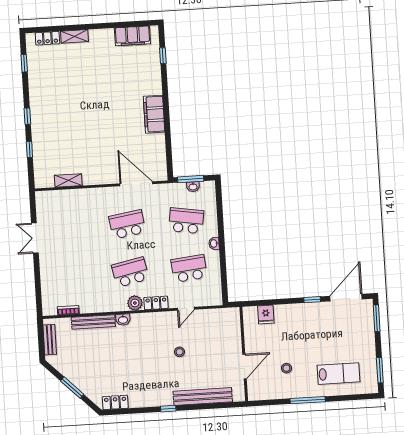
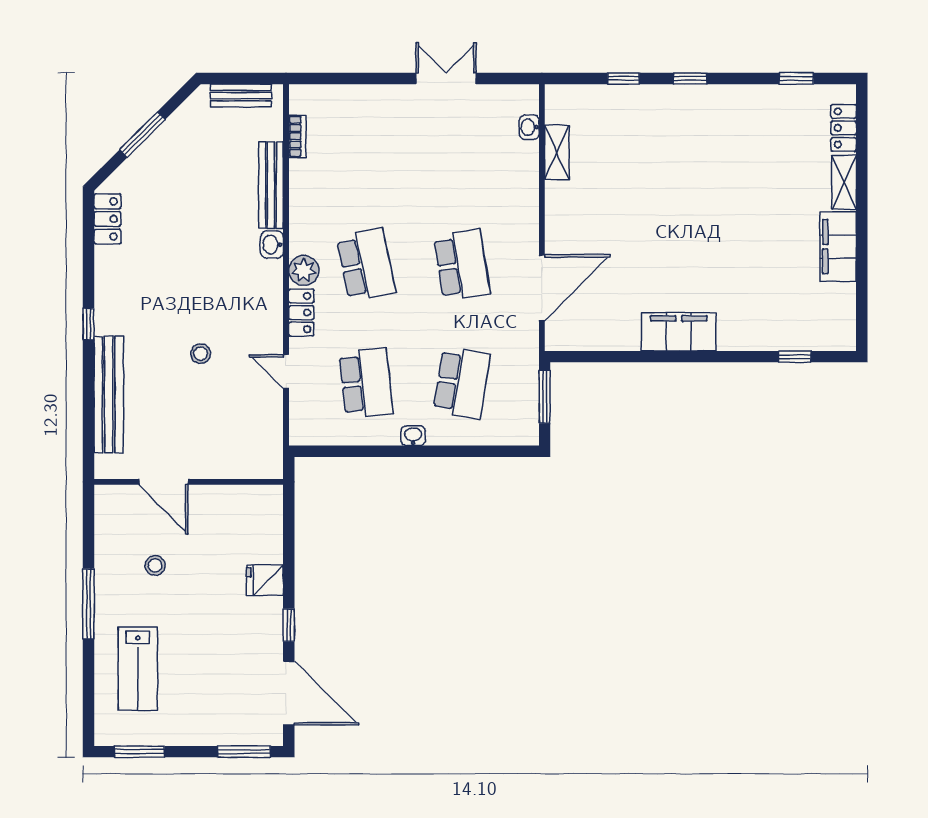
filing cabinet: (132, 36) -> (838, 247), moved
washbasin: (193, 187) -> (529, 127), moved
fridge: (266, 314) -> (265, 580), moved

